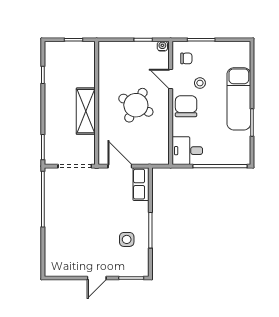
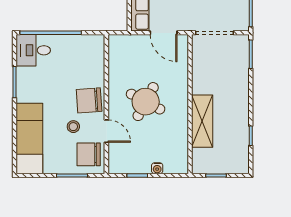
water cooler: (162, 46) -> (157, 168), moved
chair: (186, 58) -> (89, 154), width x1.87, depth x1.87
exam couch: (239, 99) -> (29, 138), moved
chair: (186, 106) -> (89, 100), turned 86
shelving: (86, 111) -> (202, 121), moved
desk: (187, 151) -> (33, 50), moved, turned 180

